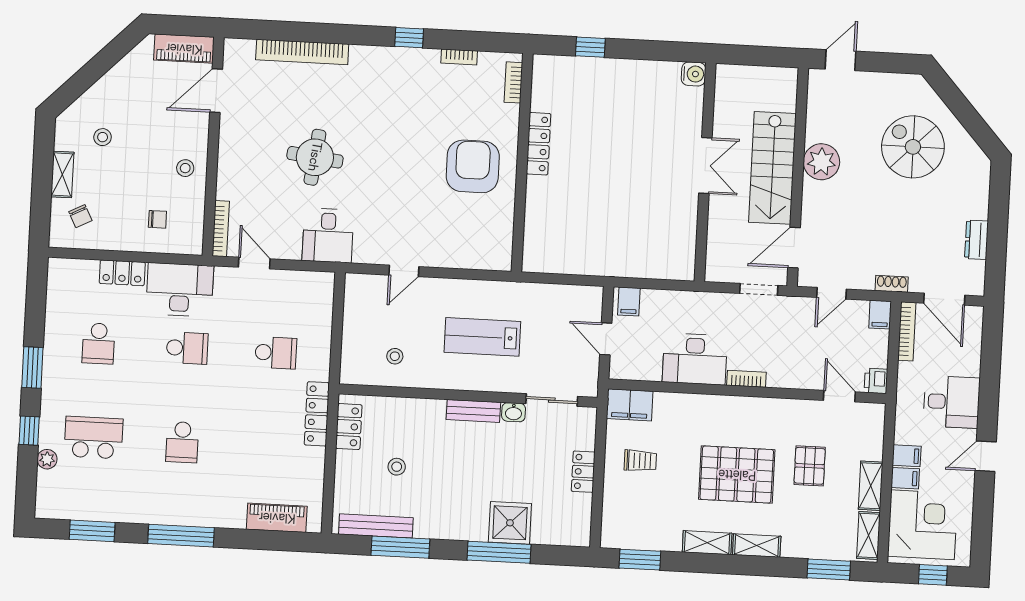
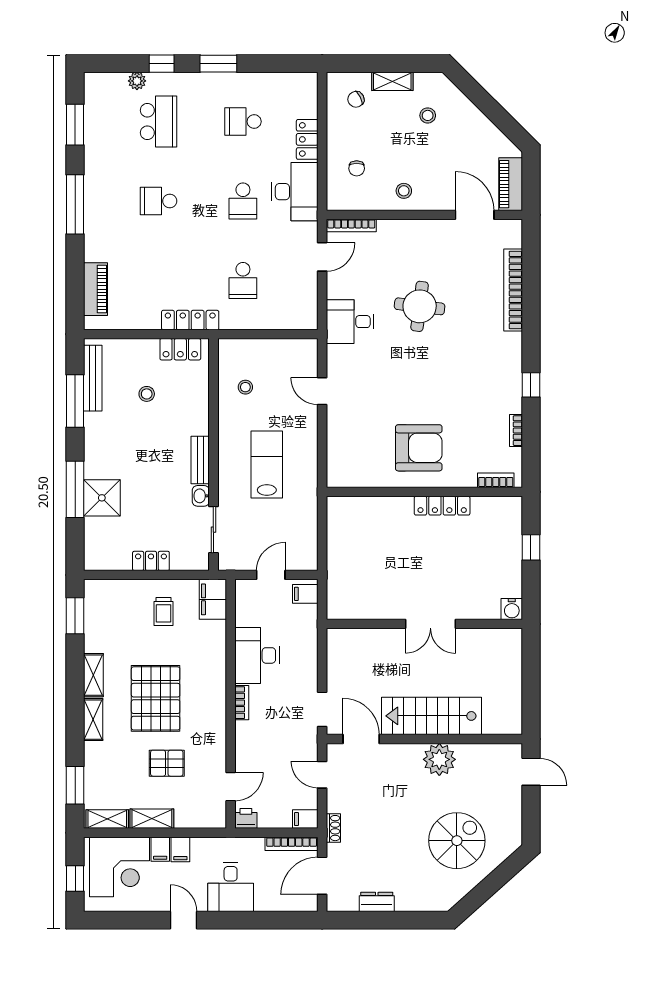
water cooler: (694, 74) -> (512, 609), moved
double door: (705, 166) -> (430, 624), moved
wall: (705, 172) -> (424, 624), moved

